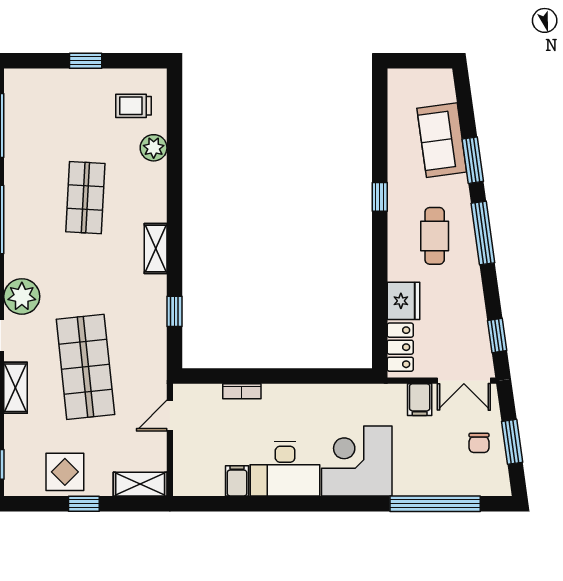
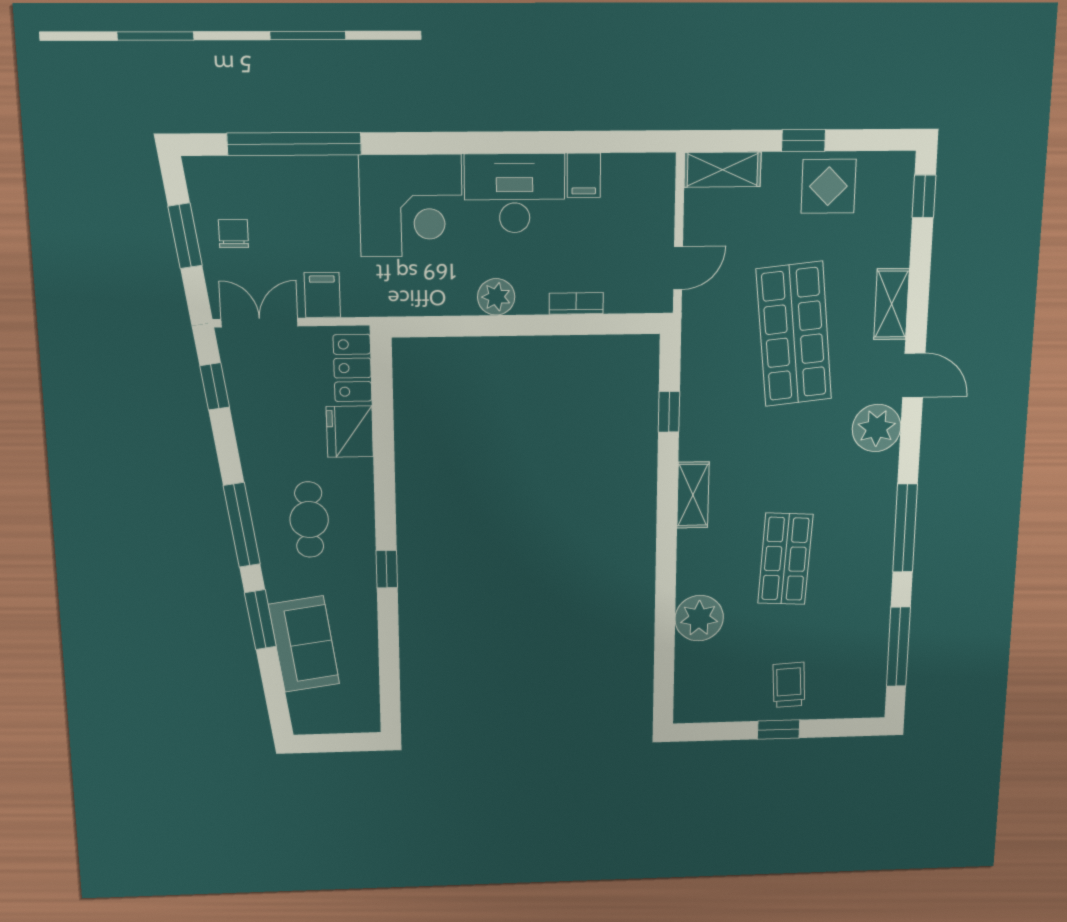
trolley: (133, 106) -> (789, 685), moved, turned -93
plant: (154, 148) -> (699, 618), width x1.36, depth x1.36
plant: (298, 397) -> (496, 297), added

